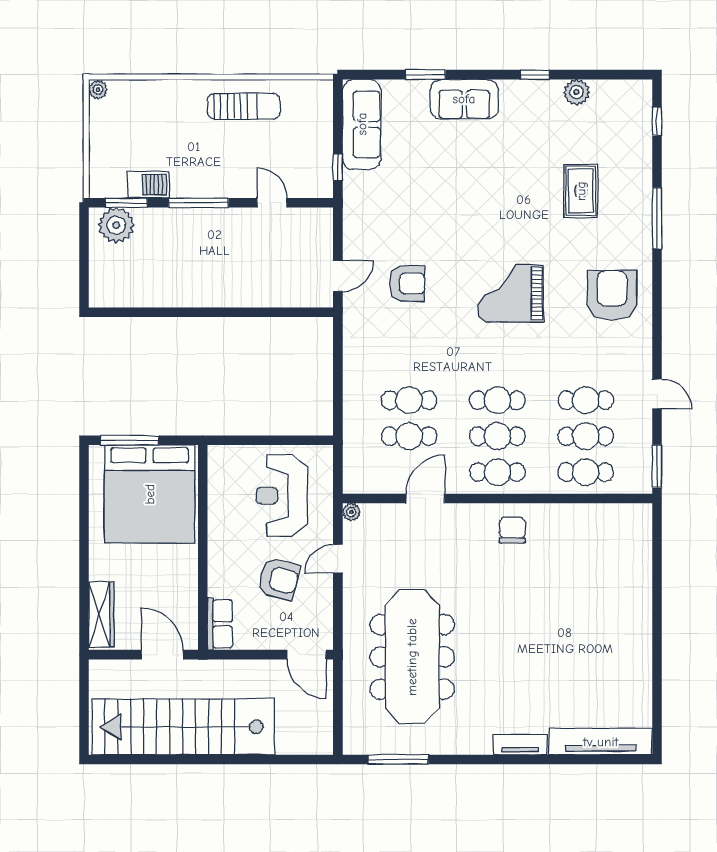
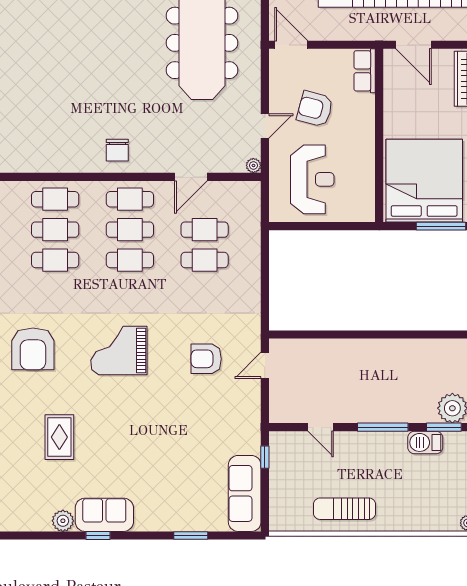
sofa: (464, 99) -> (104, 515), moved
grand piano: (511, 293) -> (119, 350), turned 180

